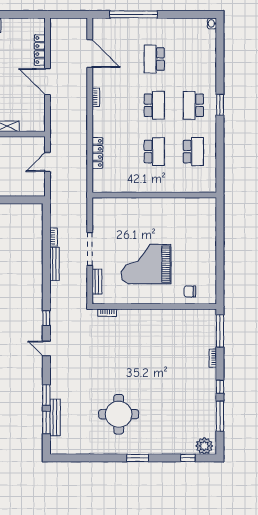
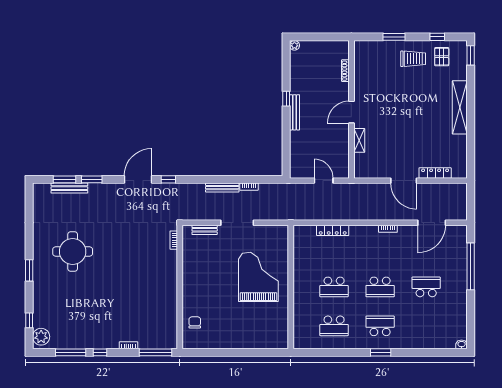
door: (47, 82) -> (404, 181), swing flipped
grand piano: (146, 264) -> (258, 277), moved
door: (46, 349) -> (138, 179), width x1.88

